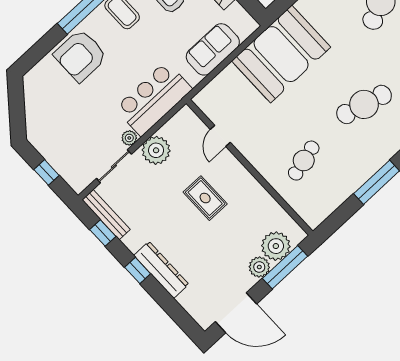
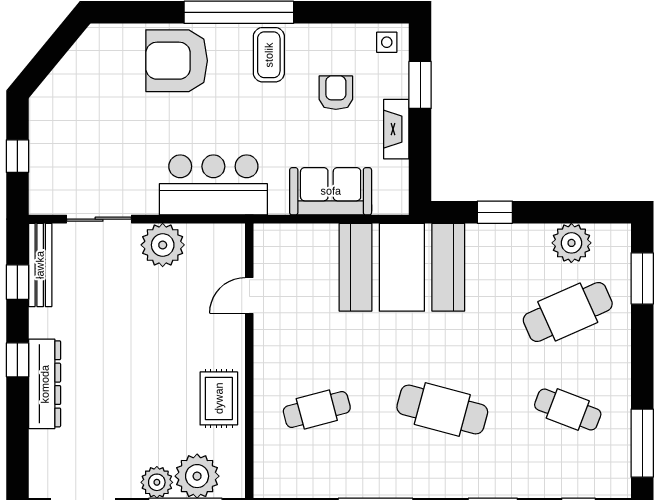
plant: (129, 138) -> (146, 204), removed
rug: (205, 198) -> (219, 398), moved

